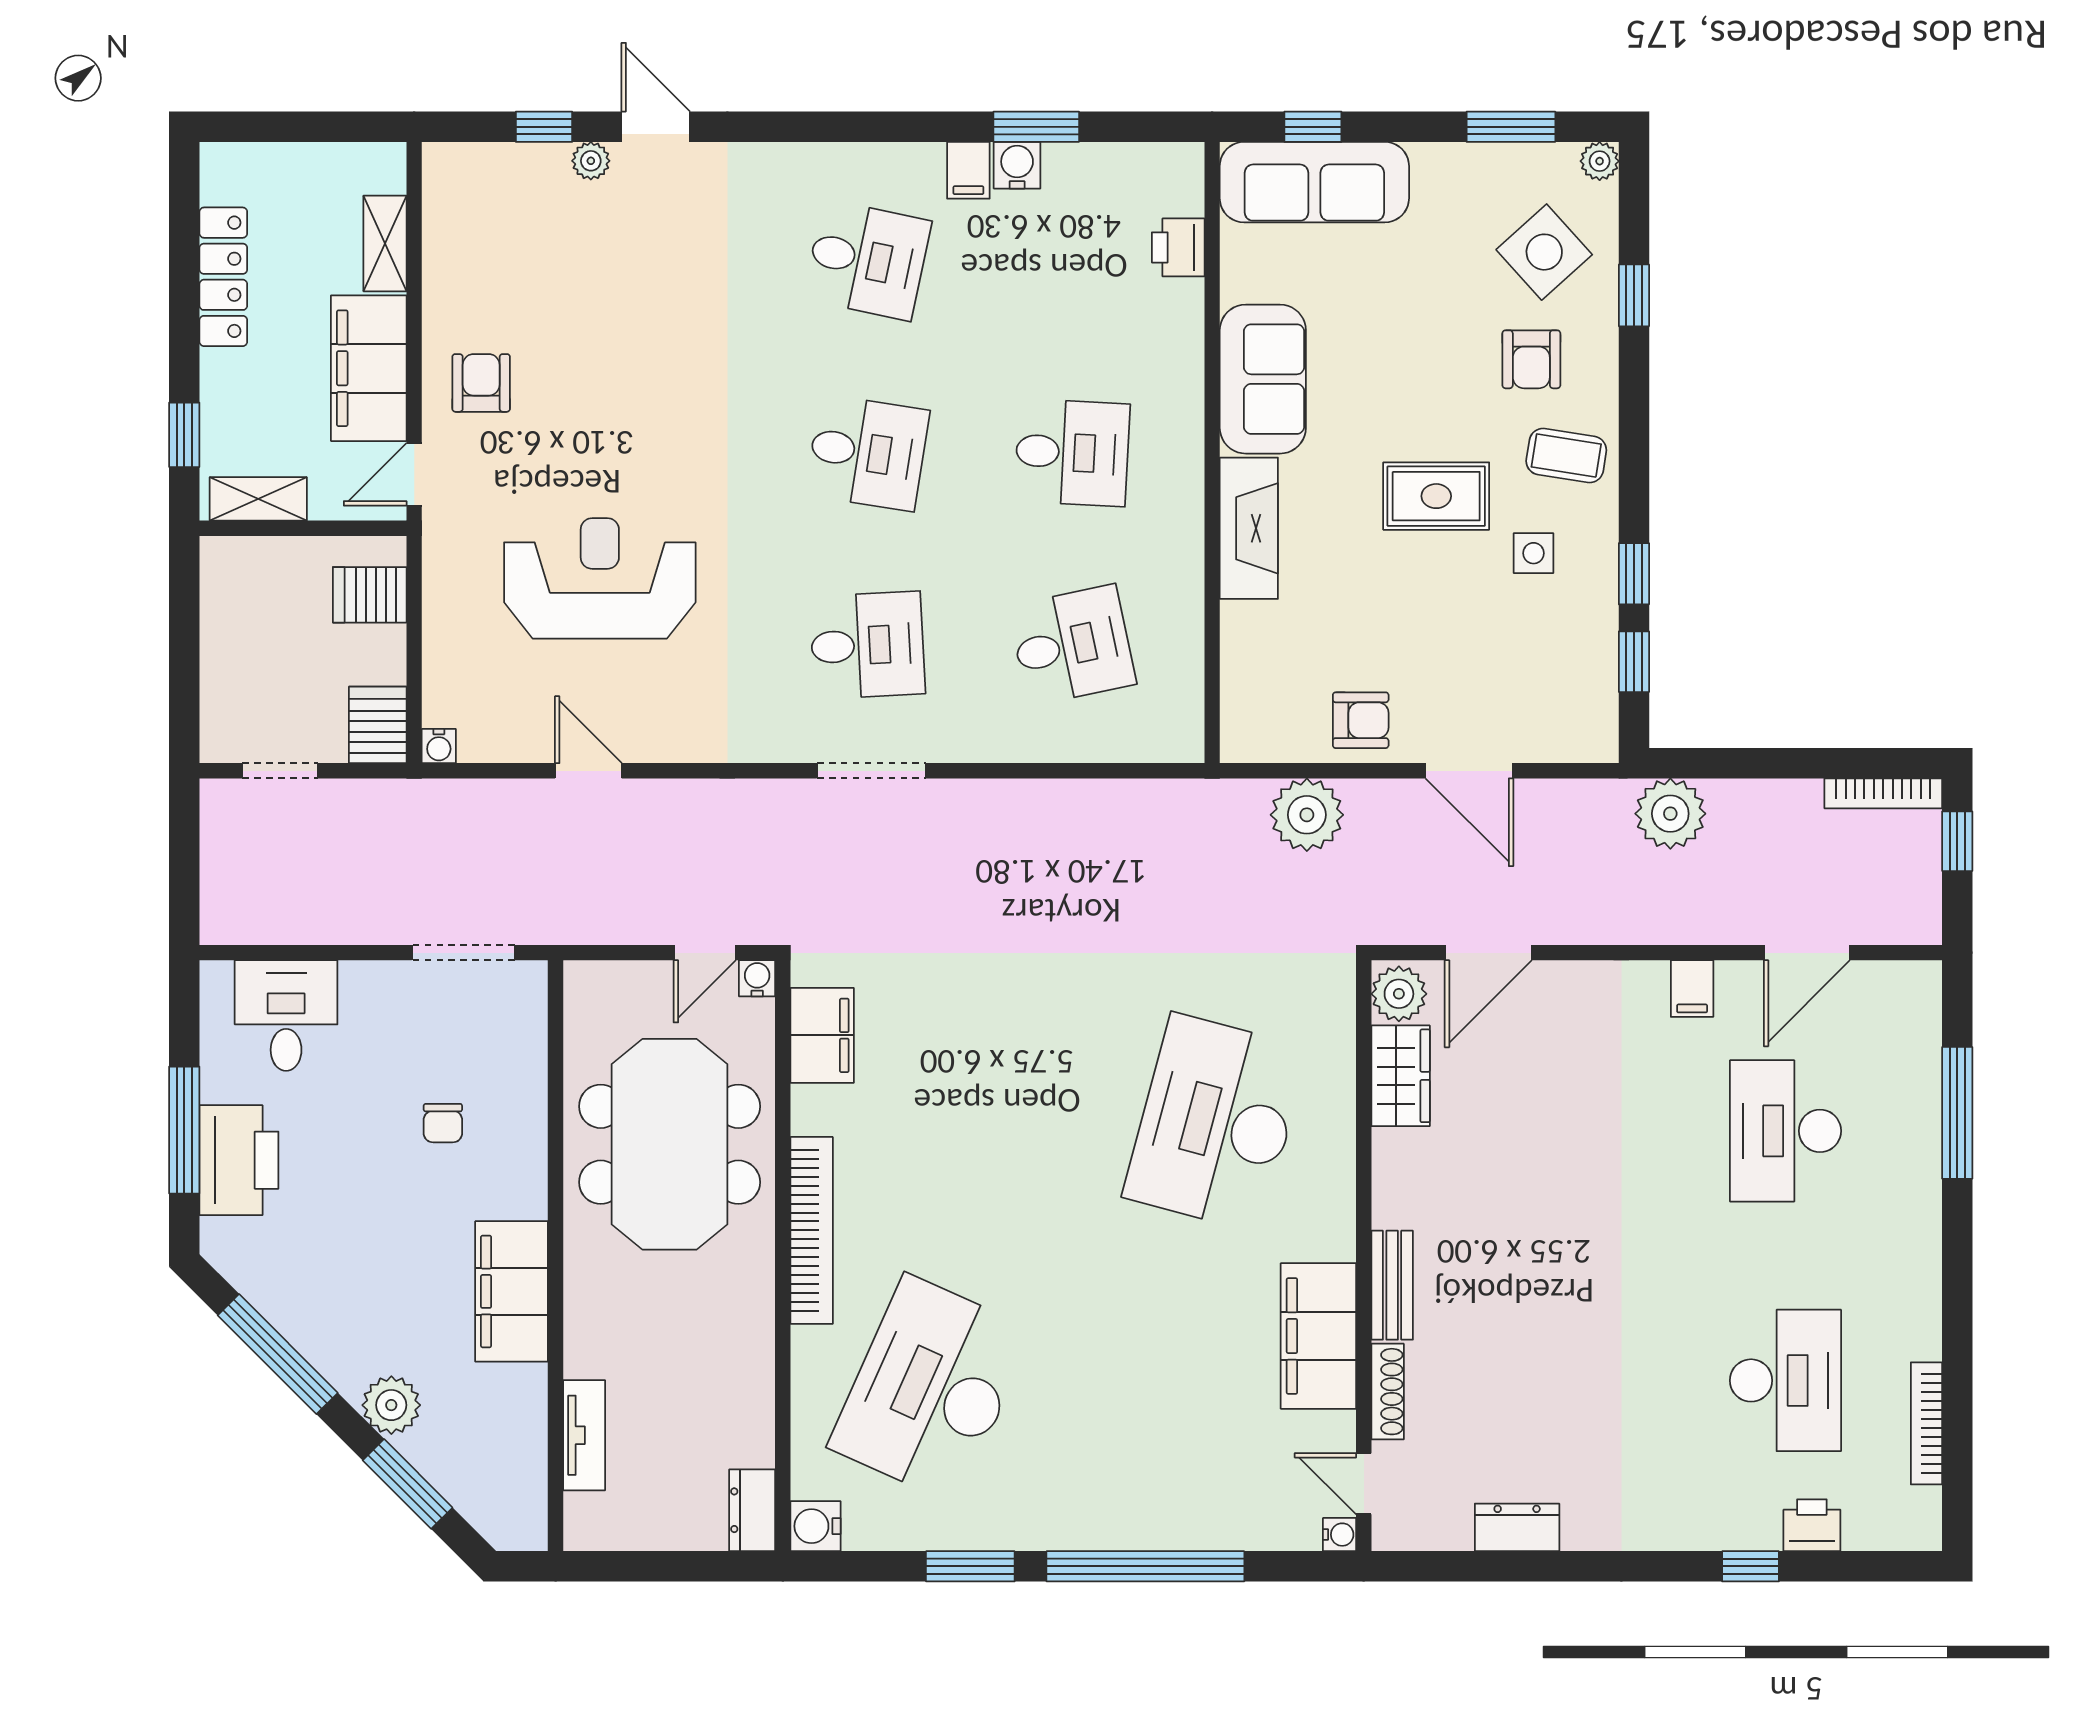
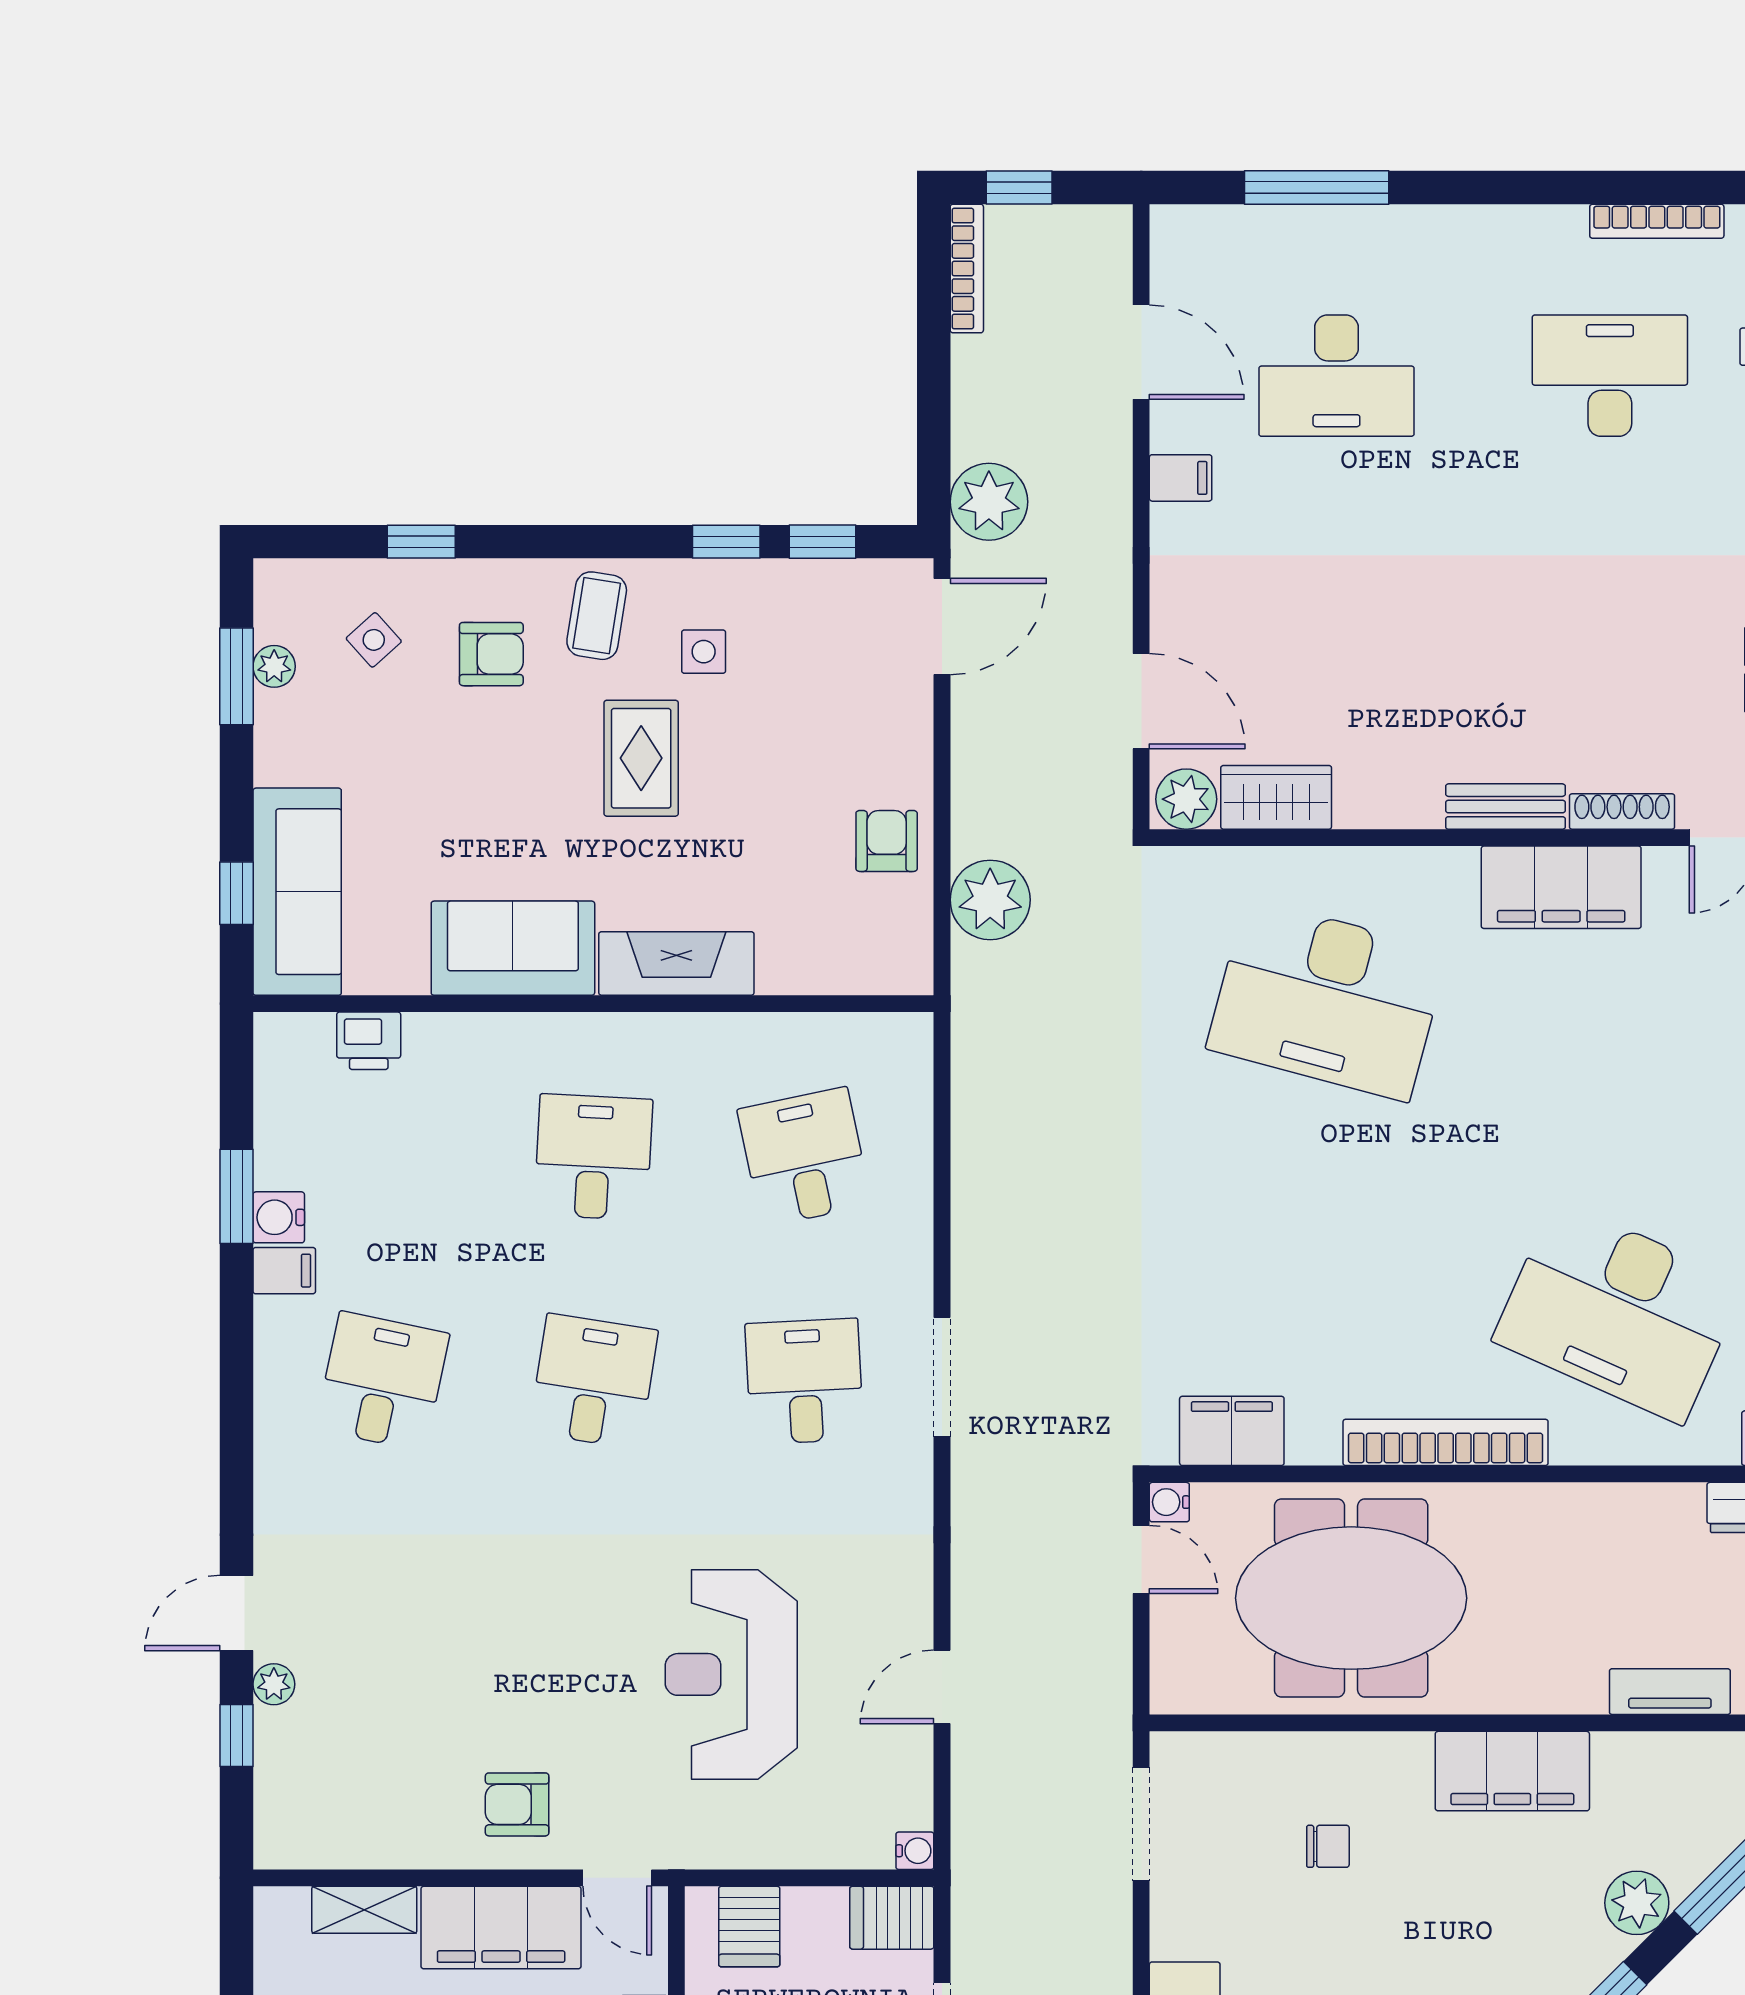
plant: (1600, 161) -> (274, 666), moved
side table: (1544, 252) -> (374, 640), width x0.54, depth x0.54
door: (1469, 771) -> (942, 627), moved

